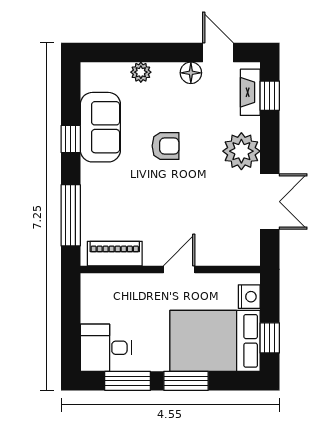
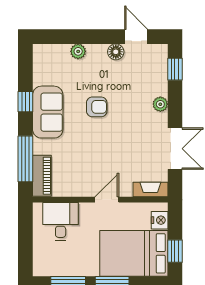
fireplace: (250, 92) -> (150, 190), moved, turned 90
sofa: (100, 127) -> (48, 112), moved
plant: (241, 151) -> (160, 104), width x0.53, depth x0.53
piano: (115, 254) -> (42, 176), moved, turned 90
desk: (106, 348) -> (61, 221), moved, turned 90

